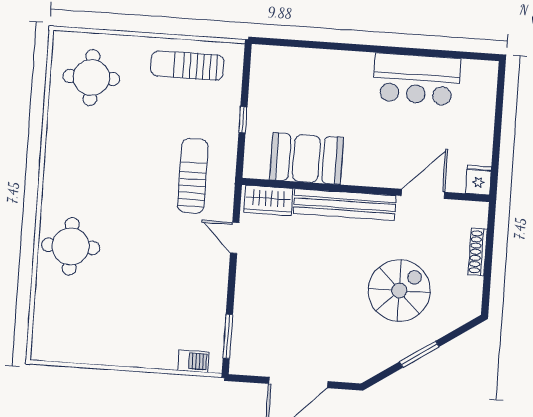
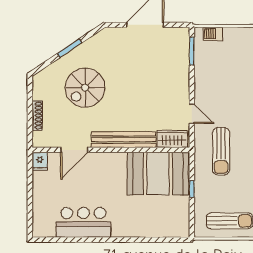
booth: (306, 159) -> (158, 174), width x1.36, depth x1.42

